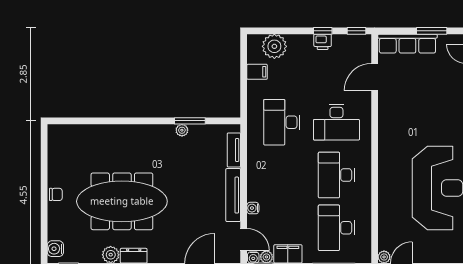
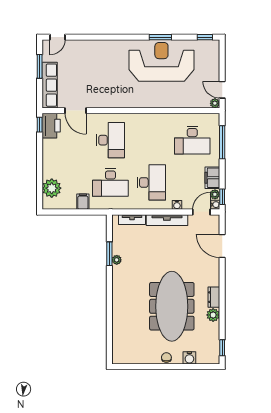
window: (323, 31) -> (40, 151), removed
printer: (323, 42) -> (51, 126), moved, width x1.87, depth x1.48
filing cabinet: (257, 72) -> (83, 202), moved
desk: (336, 175) -> (151, 182), moved, turned -90
water cooler: (55, 249) -> (189, 358), moved

